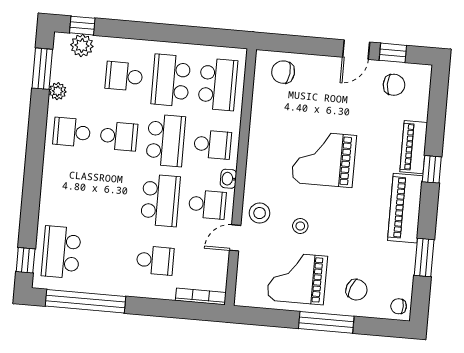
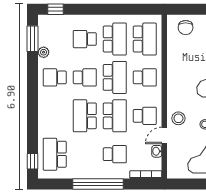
plant: (82, 46) -> (56, 22), removed
chair: (283, 72) -> (186, 28), turned -96
school desk: (171, 80) -> (115, 39), turned 180
washbasin: (228, 179) -> (157, 151), moved
school desk: (113, 196) -> (85, 116), added
window: (86, 301) -> (98, 184), moved

